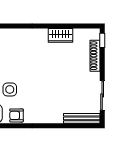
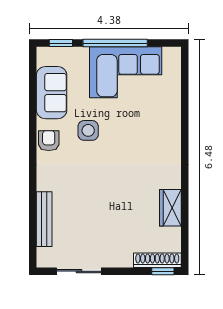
shoe rack: (95, 56) -> (157, 260), moved
bench: (82, 118) -> (44, 219), moved

